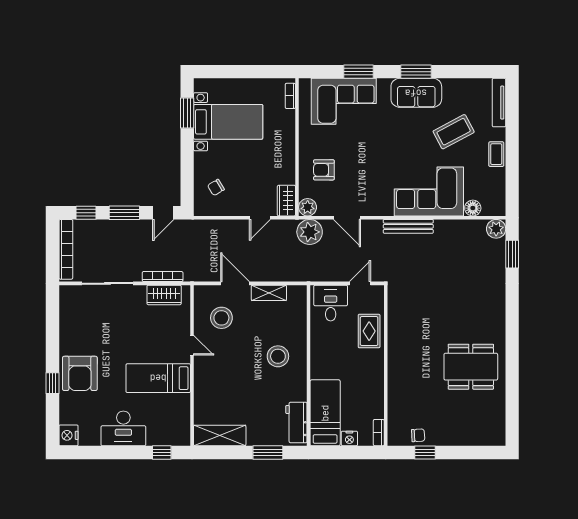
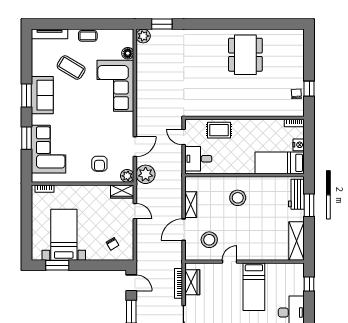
coffee table: (454, 132) -> (71, 68), turned -31
bench: (408, 226) -> (141, 101), removed
workbench: (296, 423) -> (296, 194), moved, turned 90

